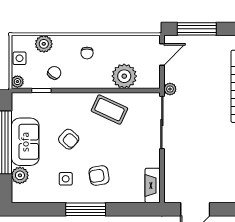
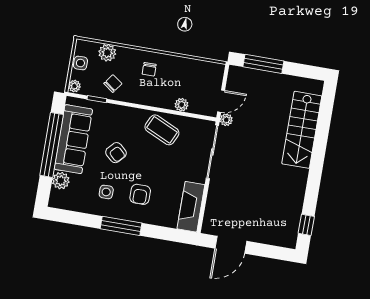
door: (162, 54) -> (221, 101), moved
plant: (124, 76) -> (182, 105), width x0.53, depth x0.53
sofa: (25, 142) -> (73, 139), width x1.36
armchair: (99, 176) -> (140, 194), turned -81
fireplace: (153, 186) -> (191, 207), width x1.37, depth x1.32

